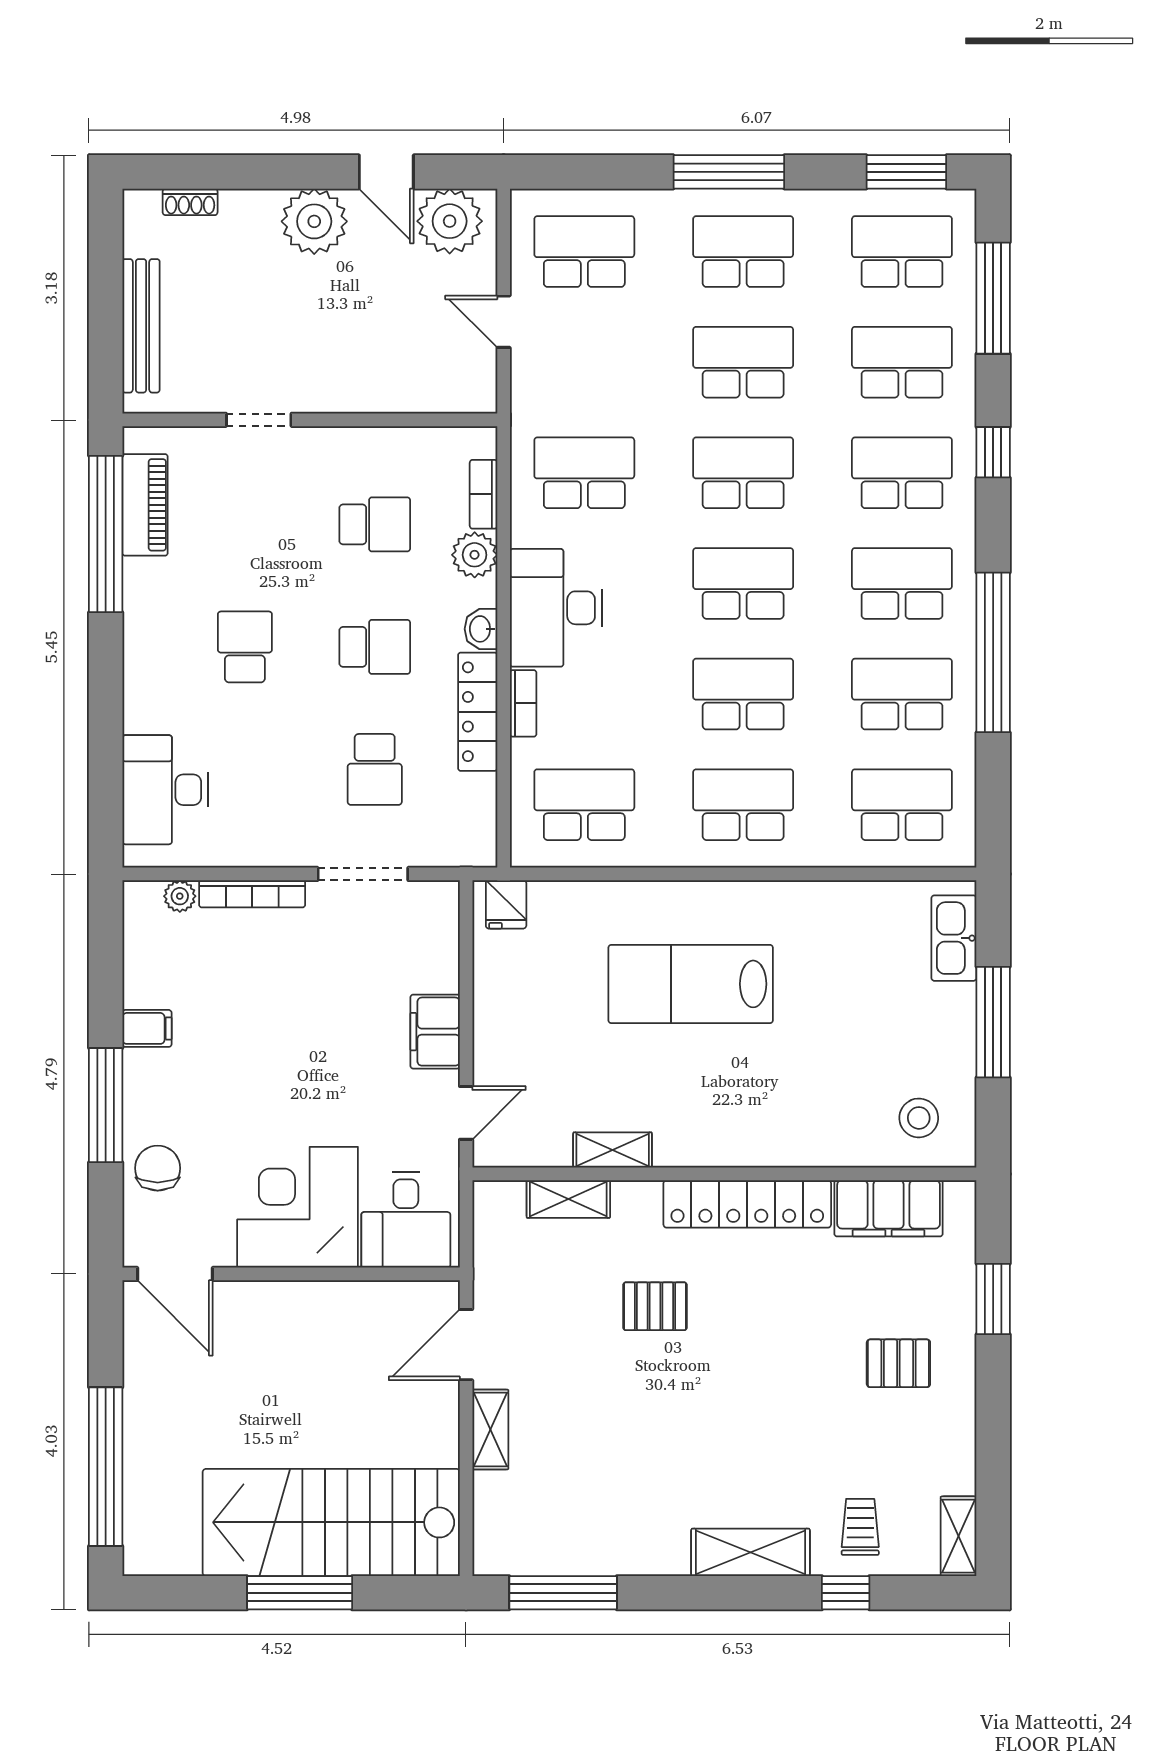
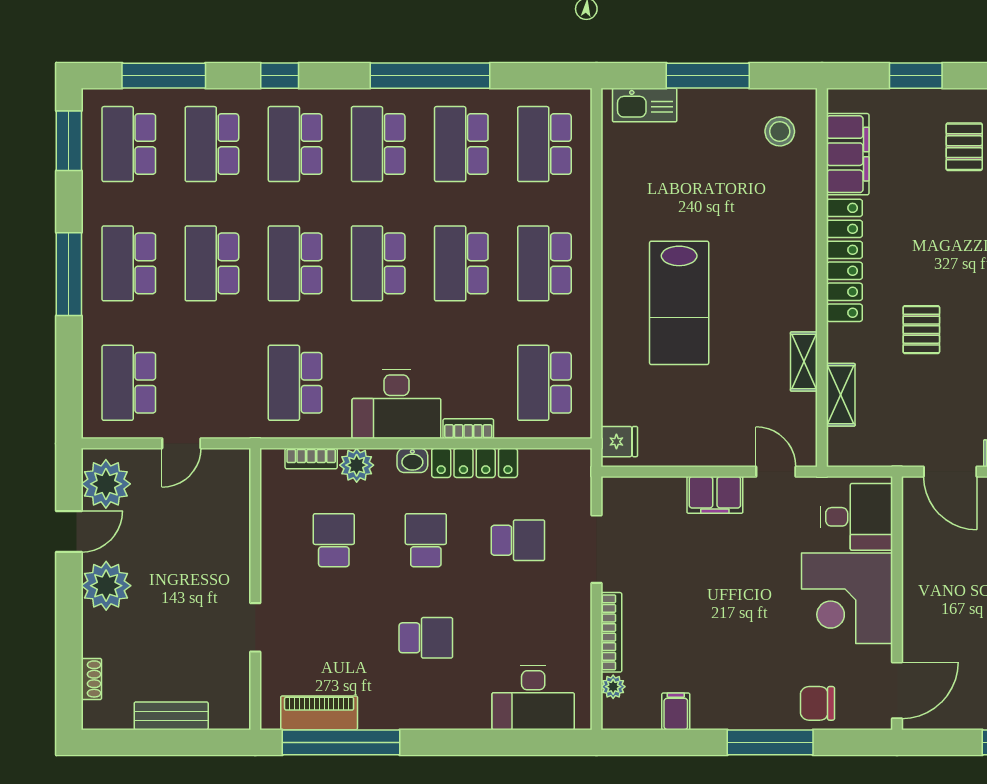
bench: (141, 326) -> (171, 716), width x0.73
school desk: (245, 647) -> (426, 638), turned 180
filing cabinet: (147, 1028) -> (676, 711), moved

